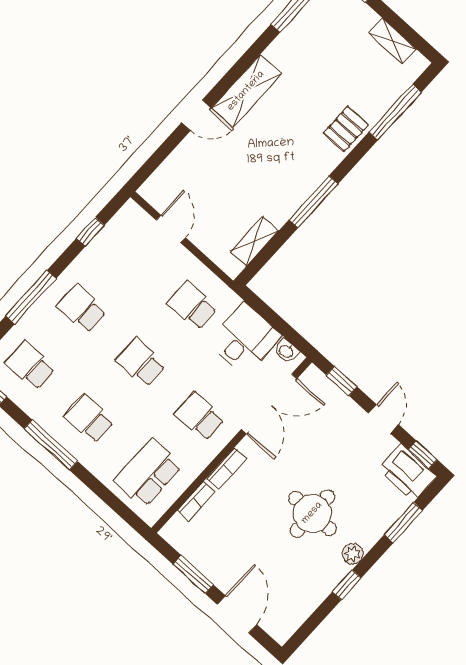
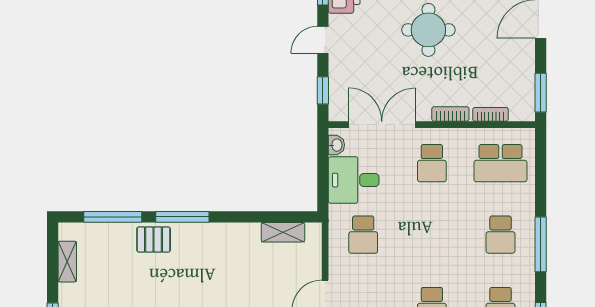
window: (313, 202) -> (182, 217), moved
school desk: (141, 362) -> (432, 235), removed
window: (193, 574) -> (541, 93), moved

